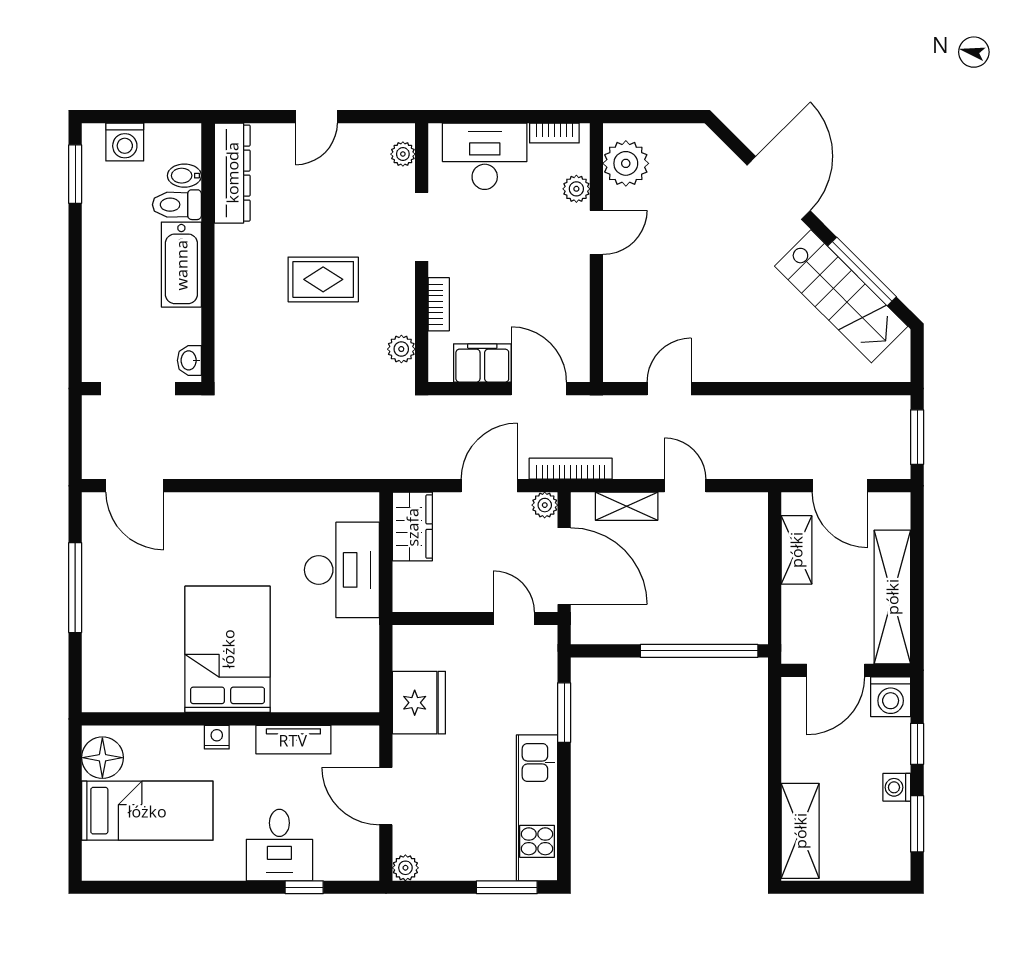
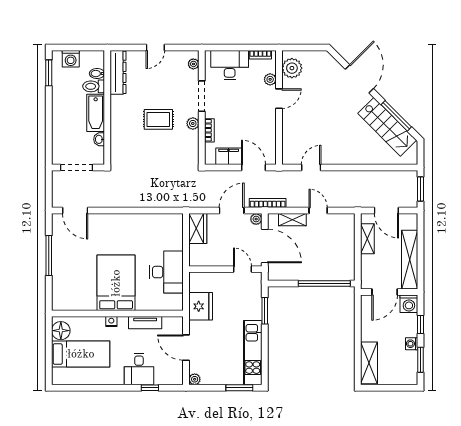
plant: (401, 349) -> (193, 123), moved
washbasin: (189, 360) -> (99, 139), moved
desk: (342, 570) -> (167, 272), moved

